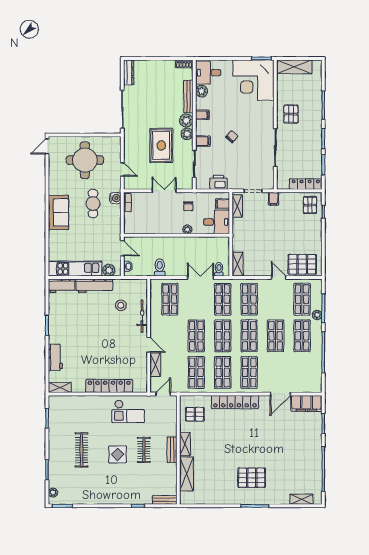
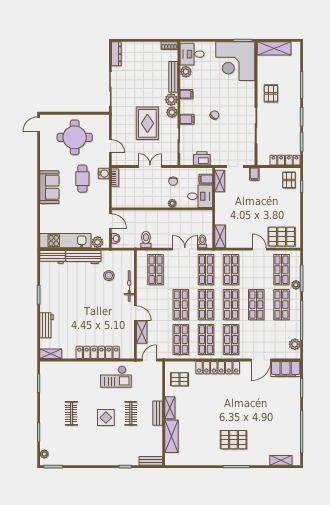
plant: (316, 377) -> (295, 344), added
clothes rail: (82, 450) -> (71, 413), width x0.73

